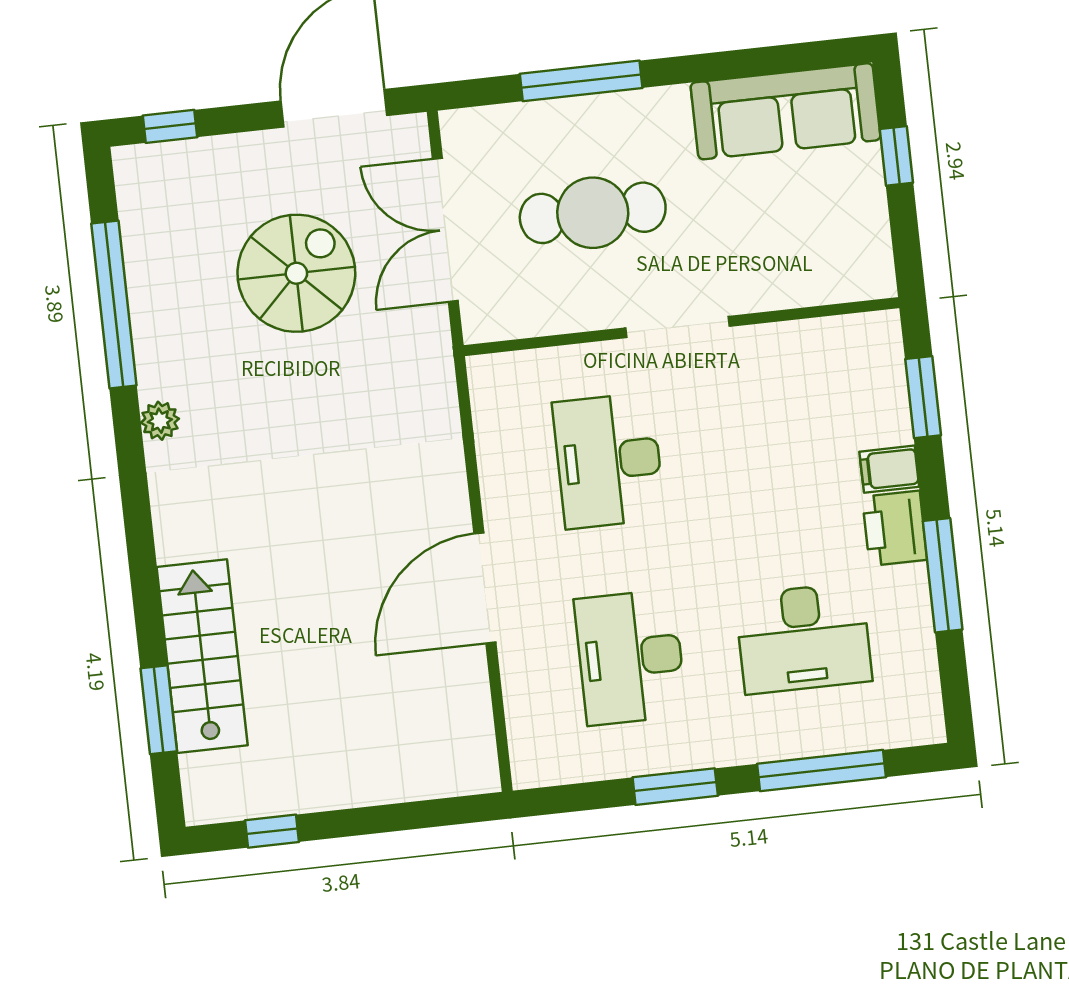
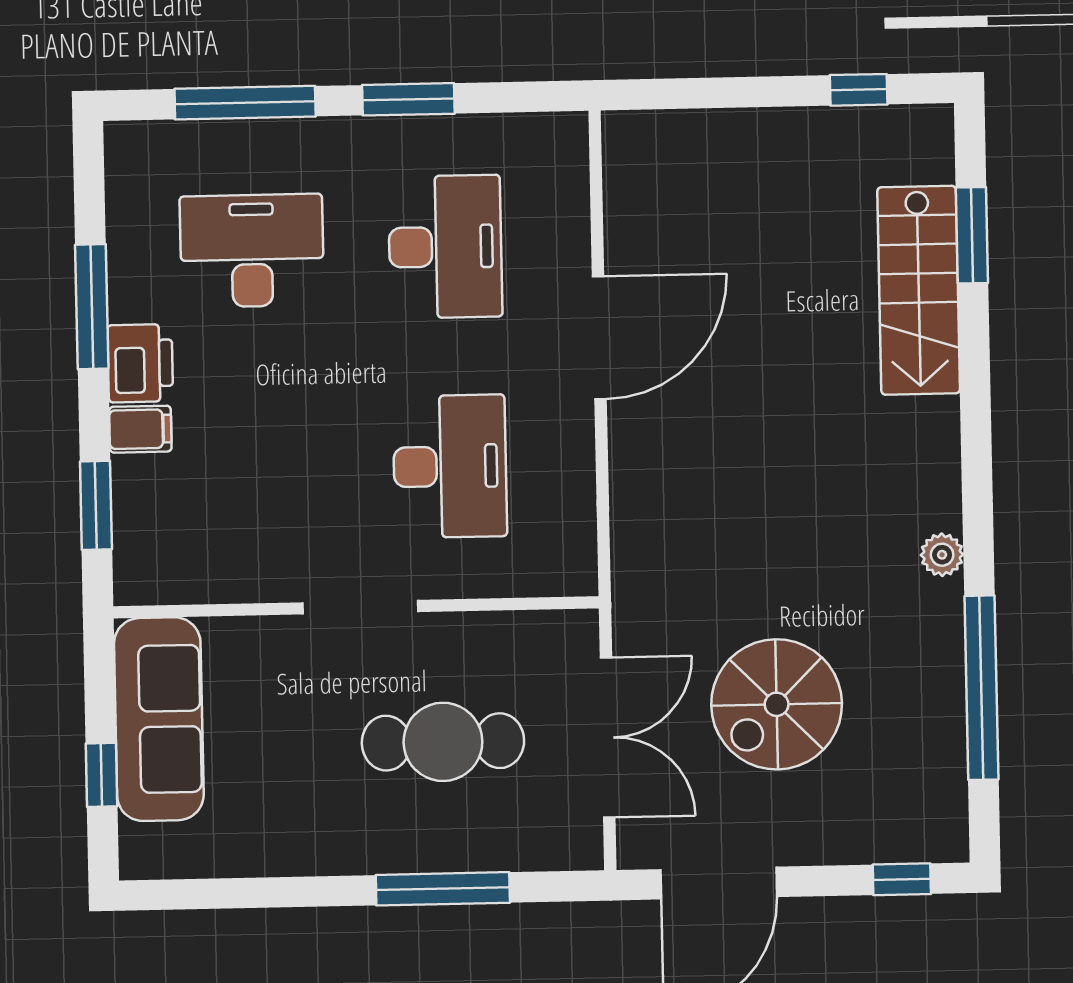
sofa: (786, 111) -> (159, 719), moved, turned 90

